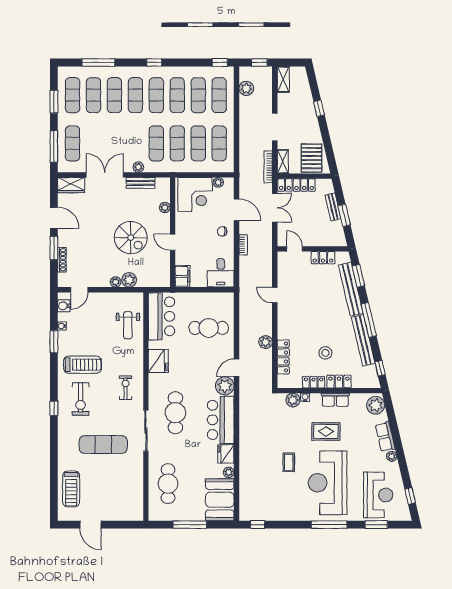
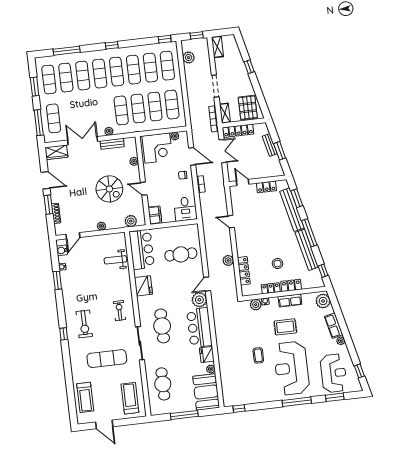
plant: (129, 280) -> (131, 221), moved
weight bench: (128, 325) -> (115, 260), turned 90
treadmill: (83, 365) -> (130, 398), moved, turned -90

